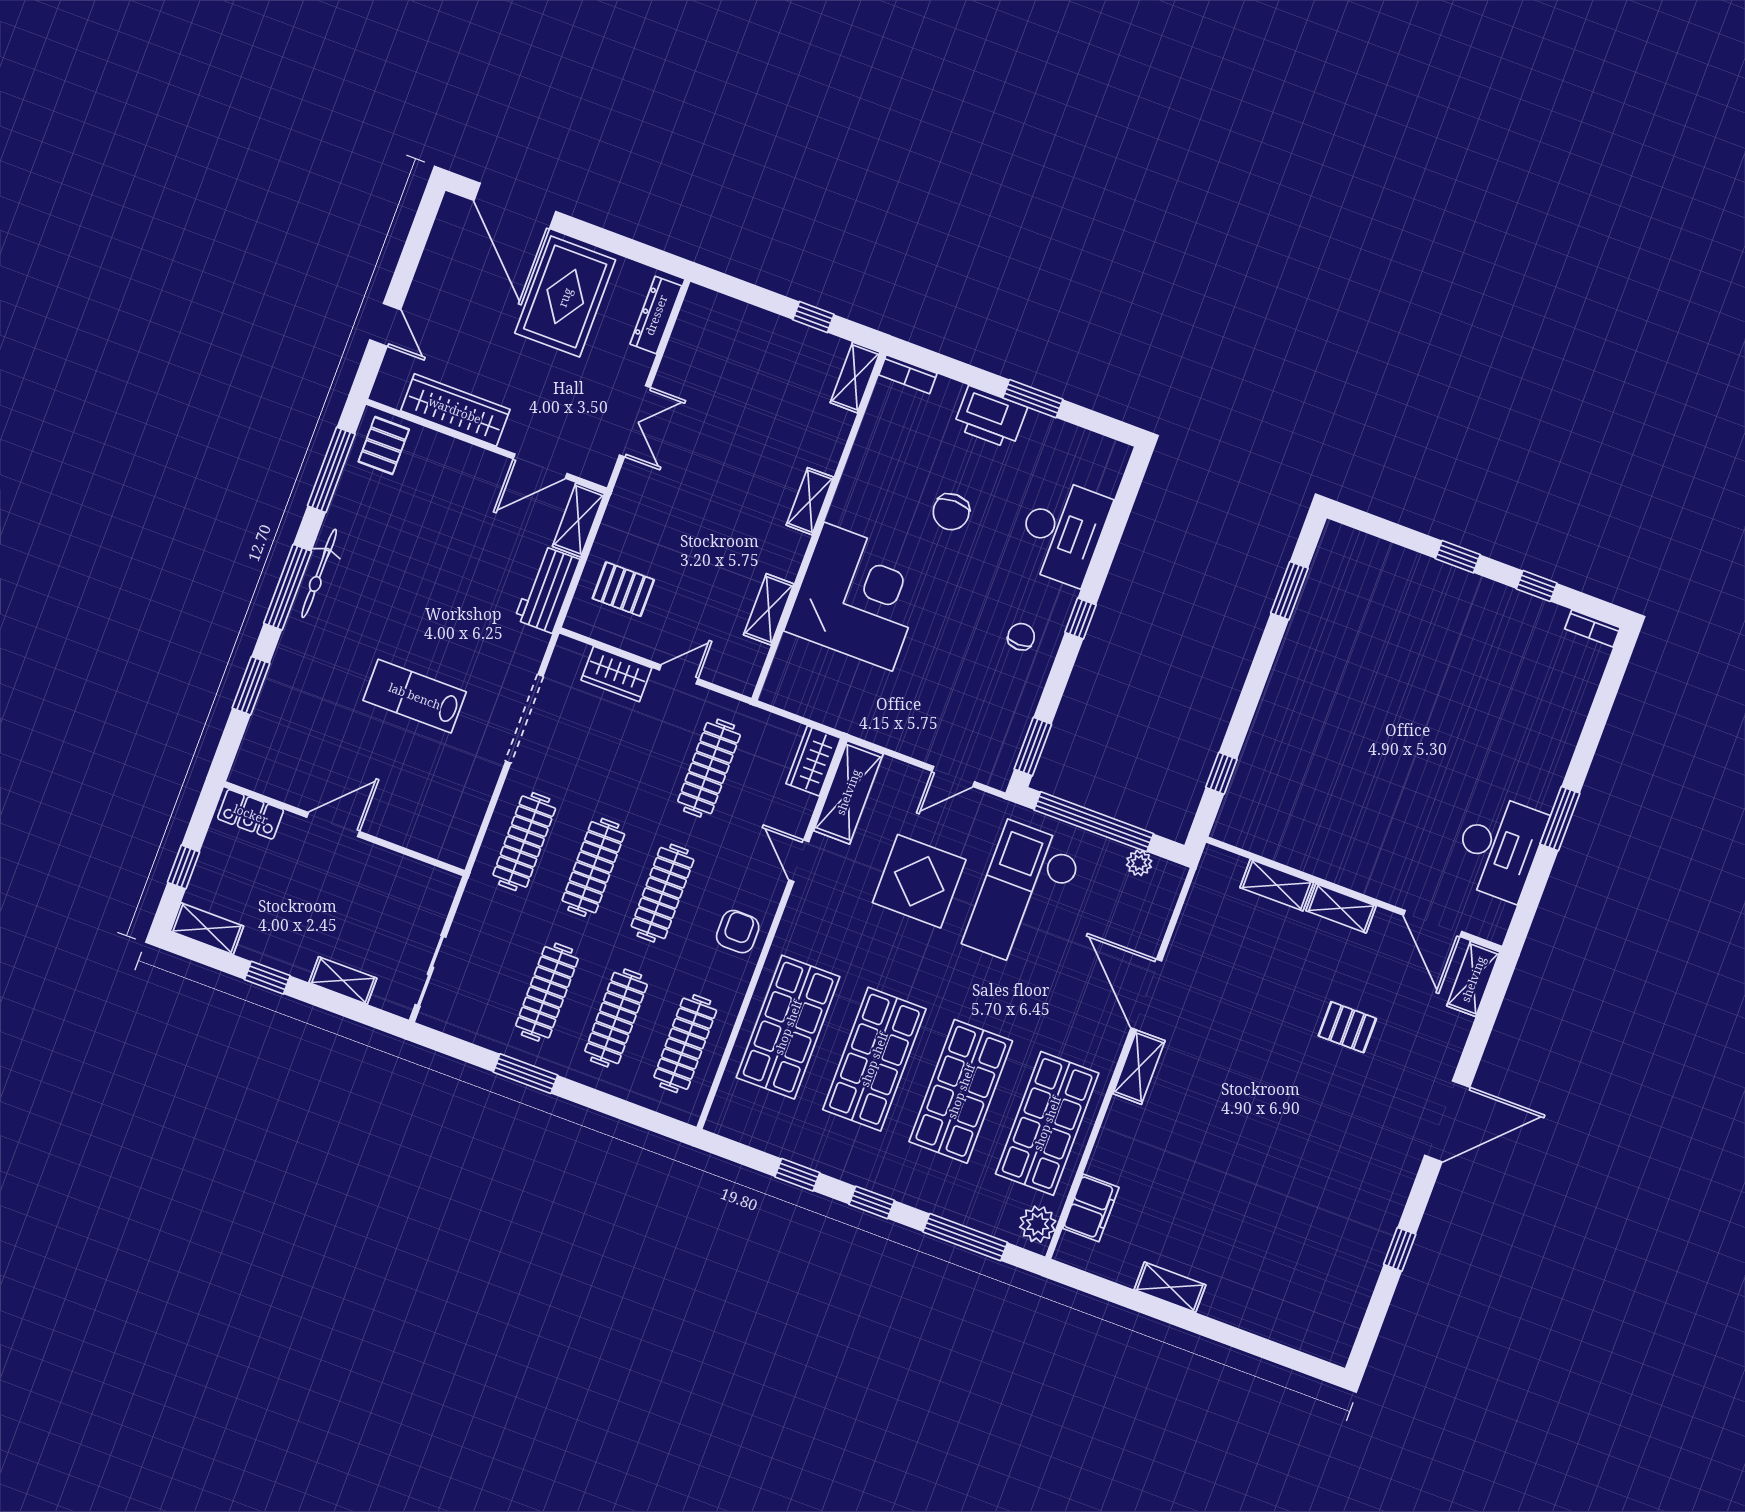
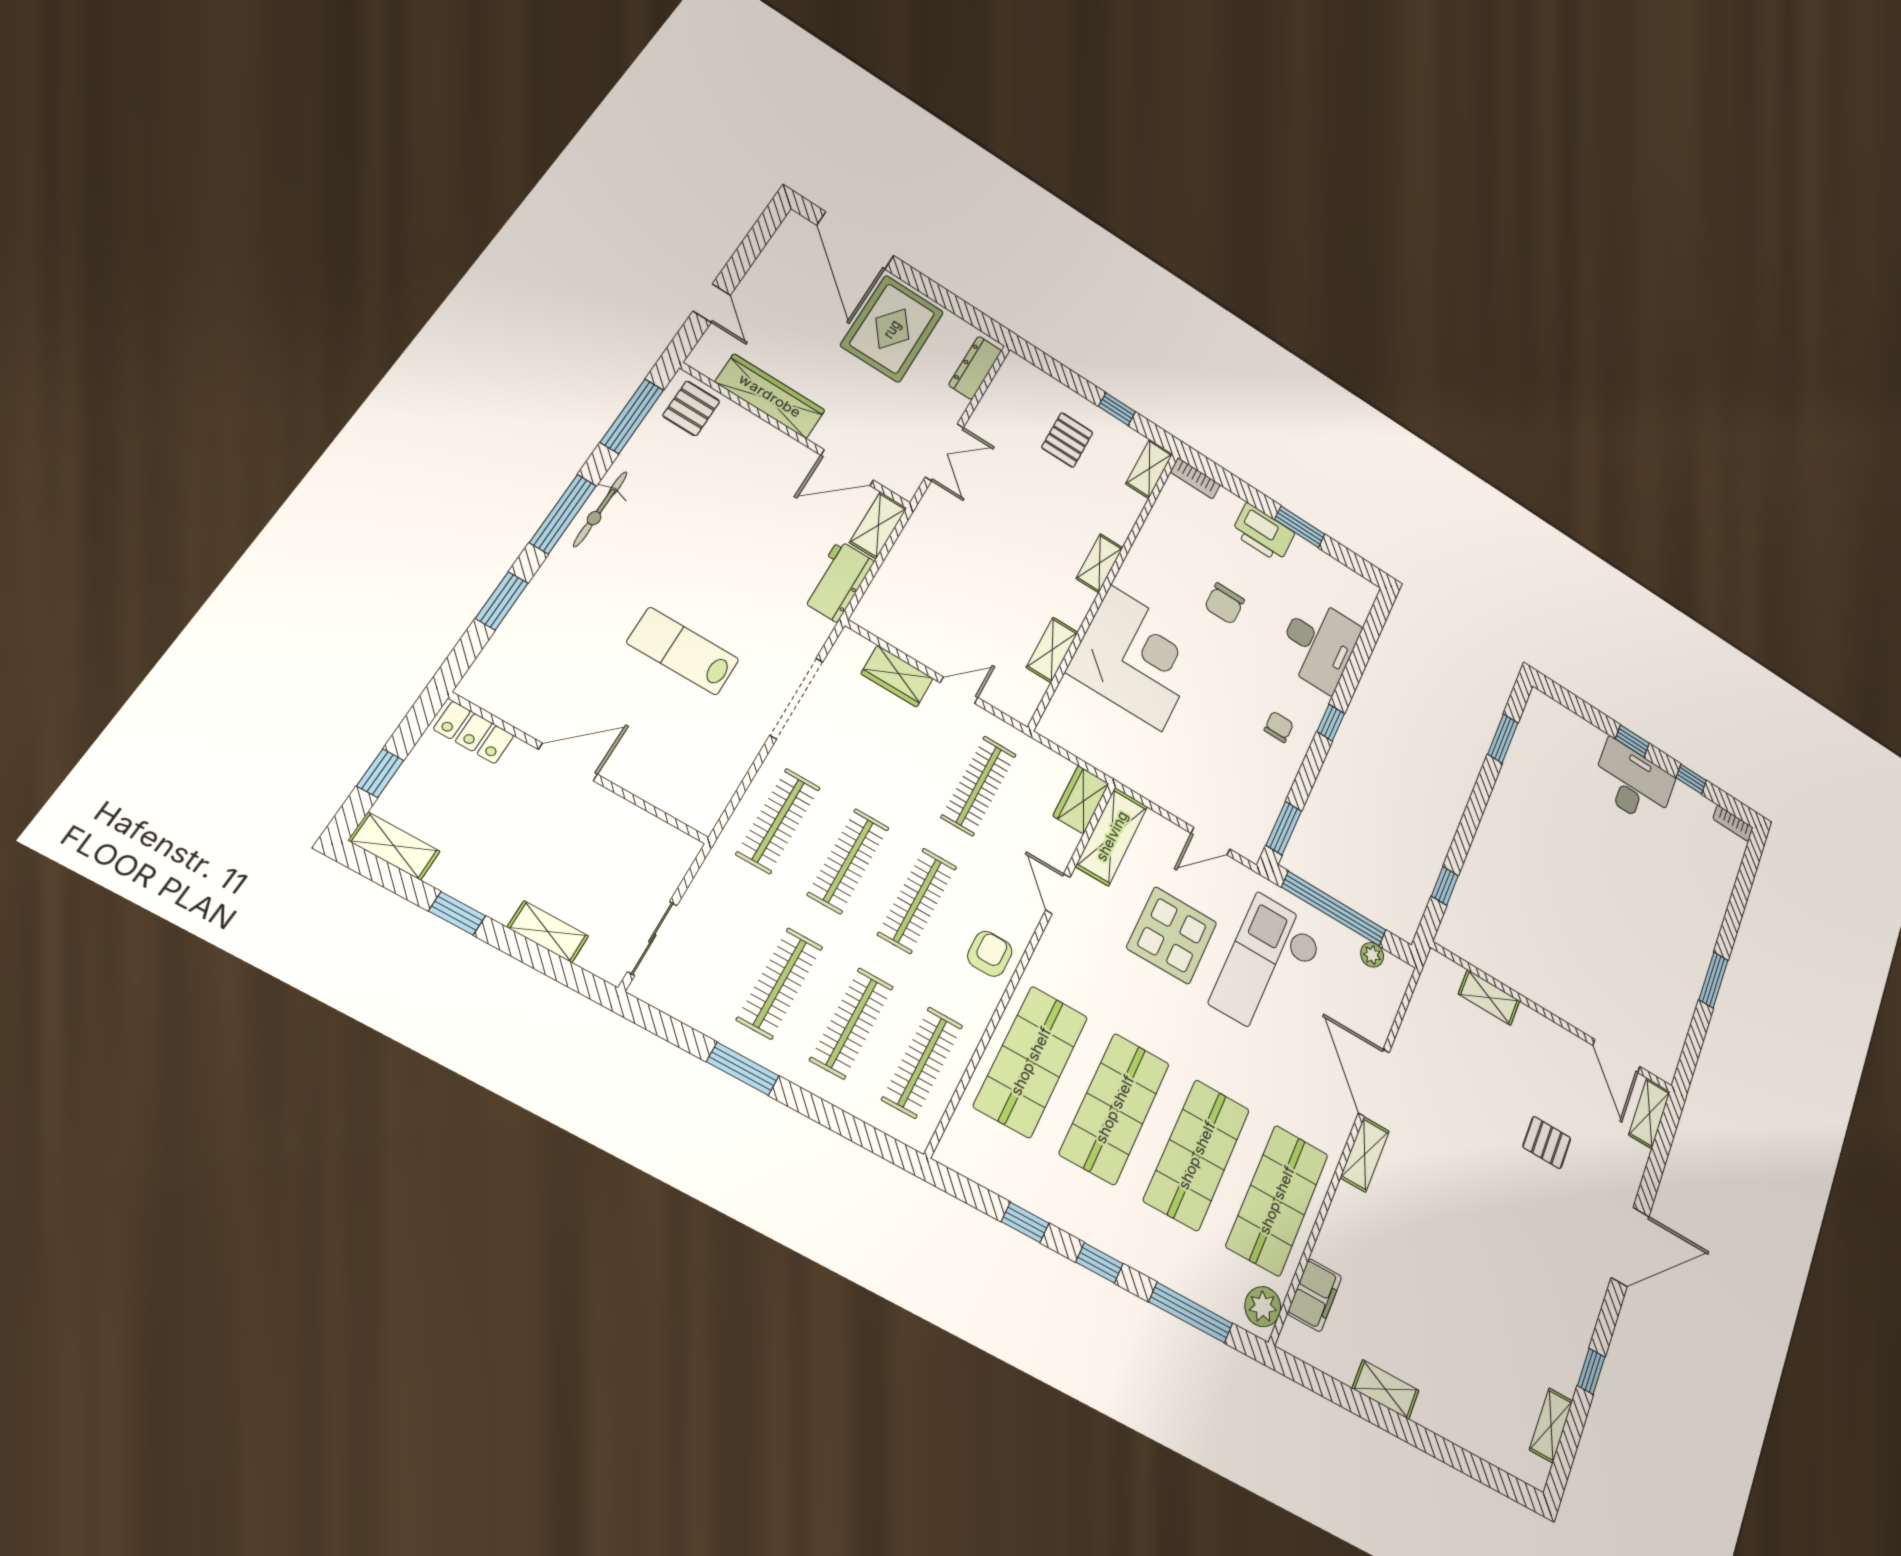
pallet: (623, 589) -> (1067, 440), moved, turned 90
desk: (1499, 847) -> (1633, 783), moved, turned -90
shelving: (1341, 908) -> (1551, 1425), moved, turned 90

